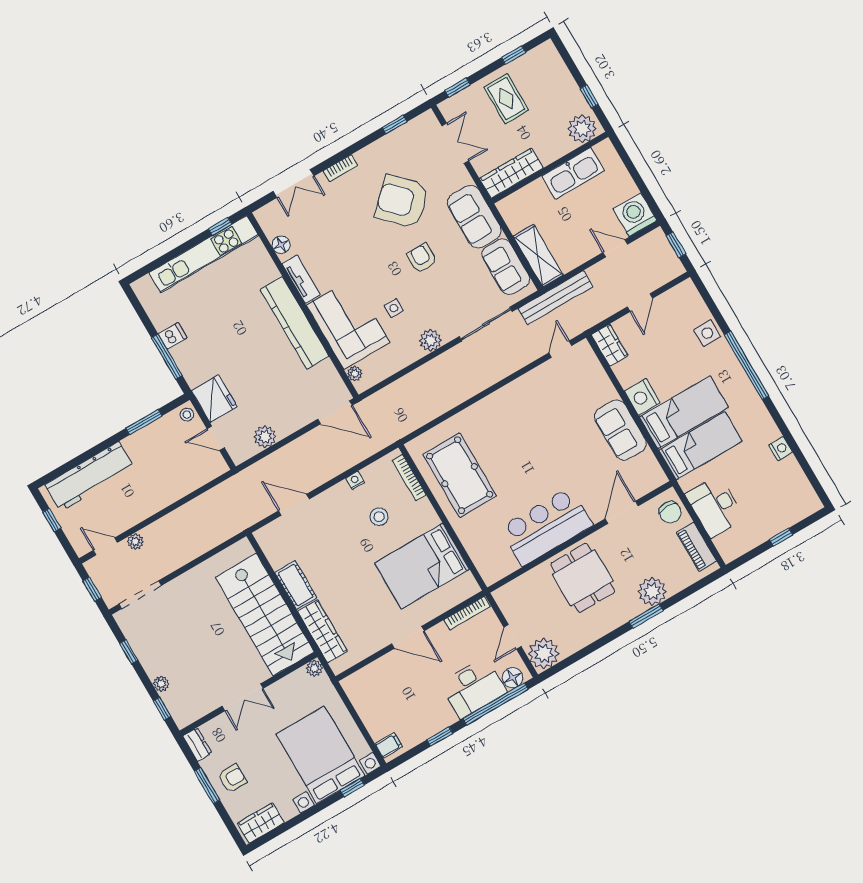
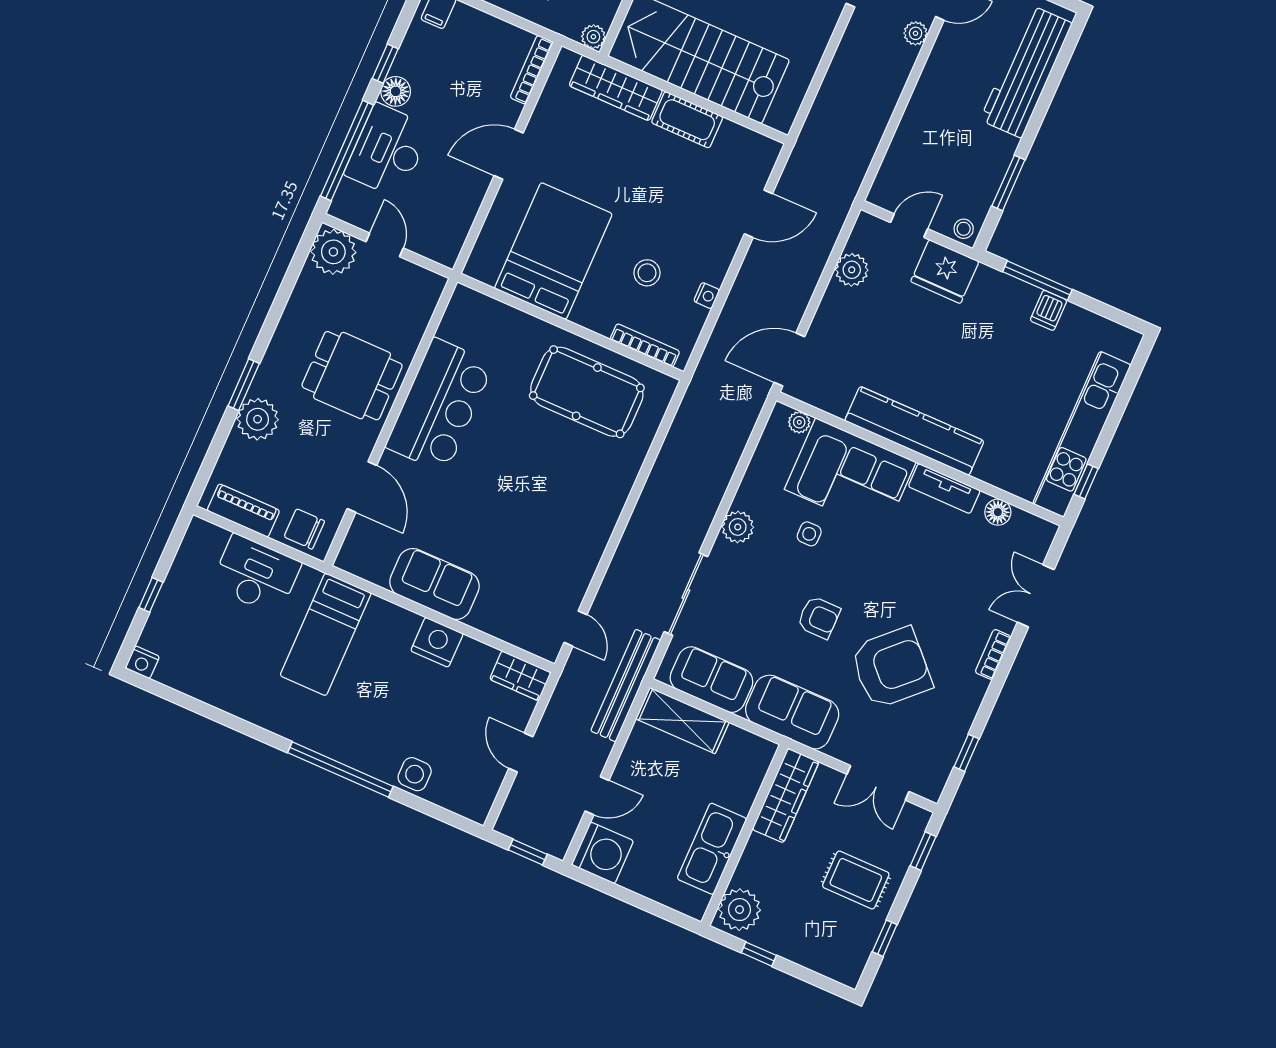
bed: (684, 412) -> (374, 660), removed
nightstand: (781, 449) -> (142, 662), moved
bookcase: (467, 613) -> (532, 70), moved
floor lamp: (513, 678) -> (396, 91), moved

